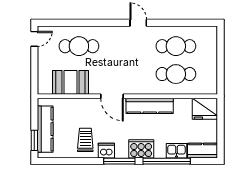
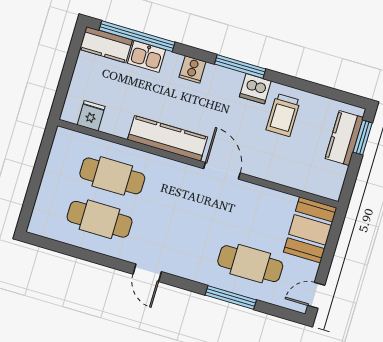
window: (85, 23) -> (231, 297), added
booth: (70, 82) -> (310, 230), moved, turned 90
fridge: (205, 109) -> (91, 116), width x0.53, depth x0.75
kitchen counter: (45, 129) -> (344, 138), width x0.67
cooker: (141, 149) -> (192, 69), width x0.53, depth x0.76
window: (167, 161) -> (137, 36), moved

